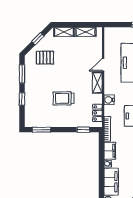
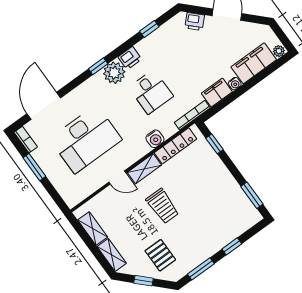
trolley: (64, 98) -> (163, 206), moved
locker: (97, 113) -> (176, 146), width x1.53

